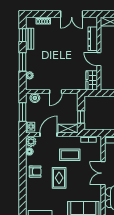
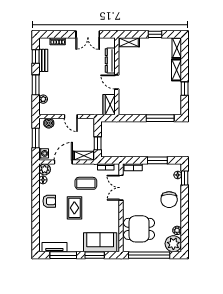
door: (56, 92) -> (71, 116), hinge flipped
double door: (103, 173) -> (121, 188), moved

